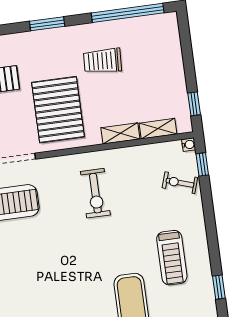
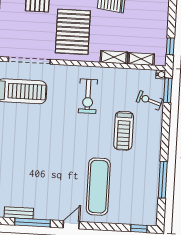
window: (202, 164) -> (168, 90), width x1.50
treadmill: (172, 258) -> (124, 131), moved
window: (219, 287) -> (163, 180), width x2.17

